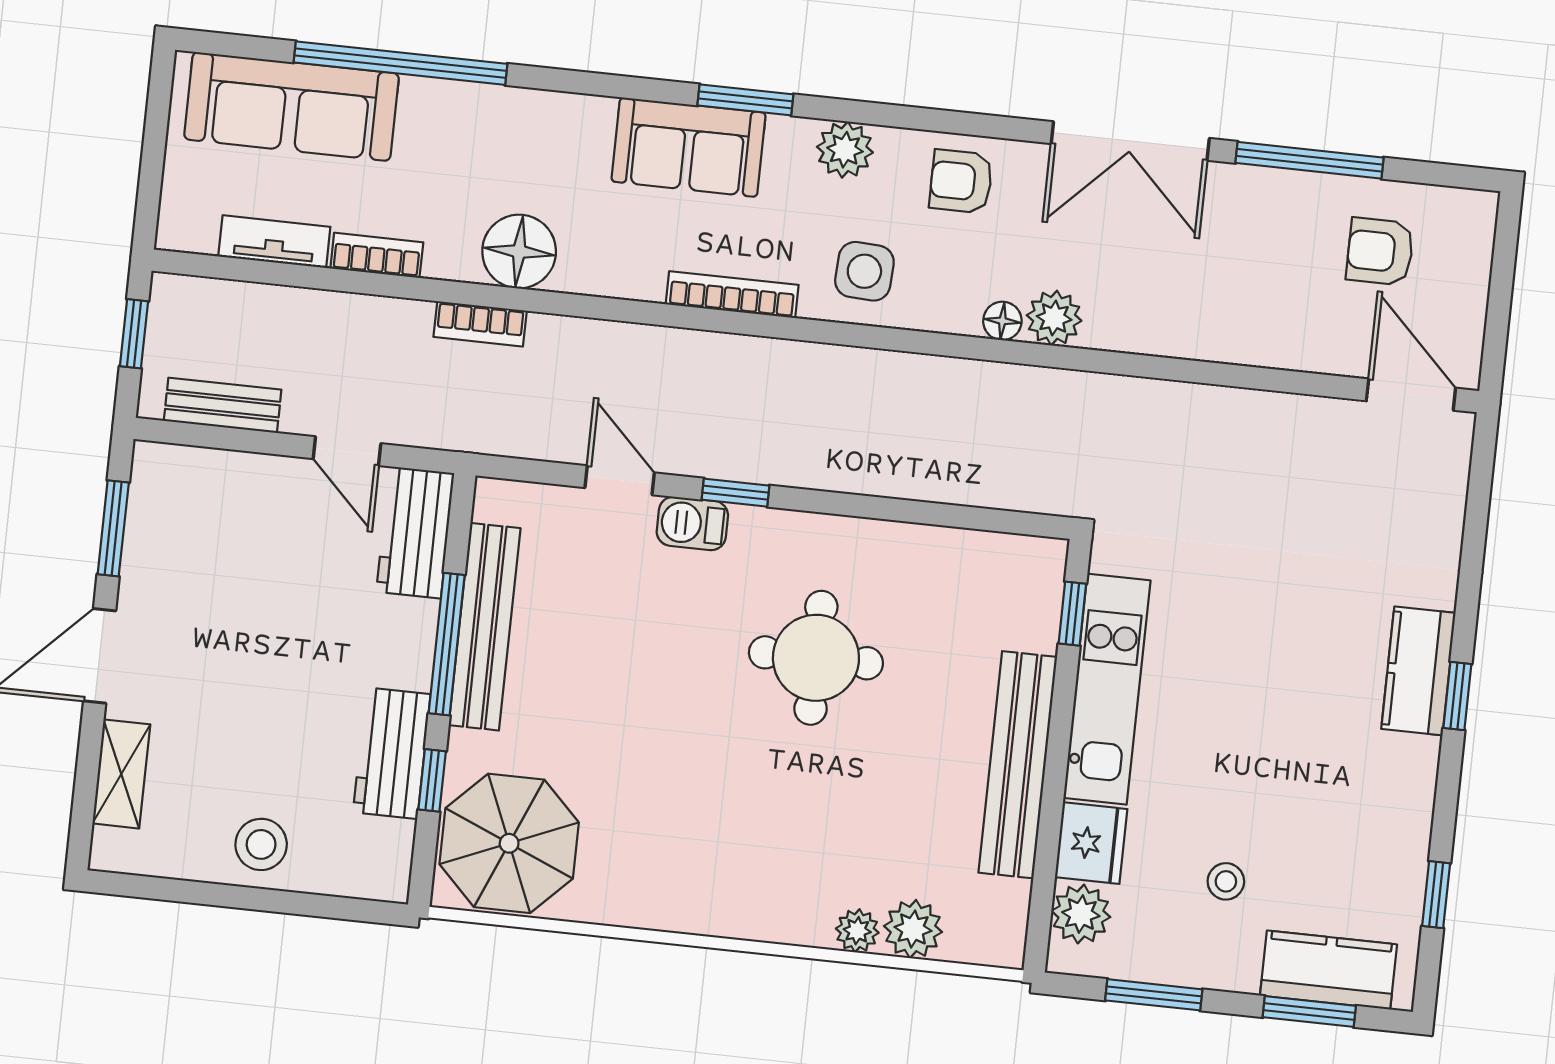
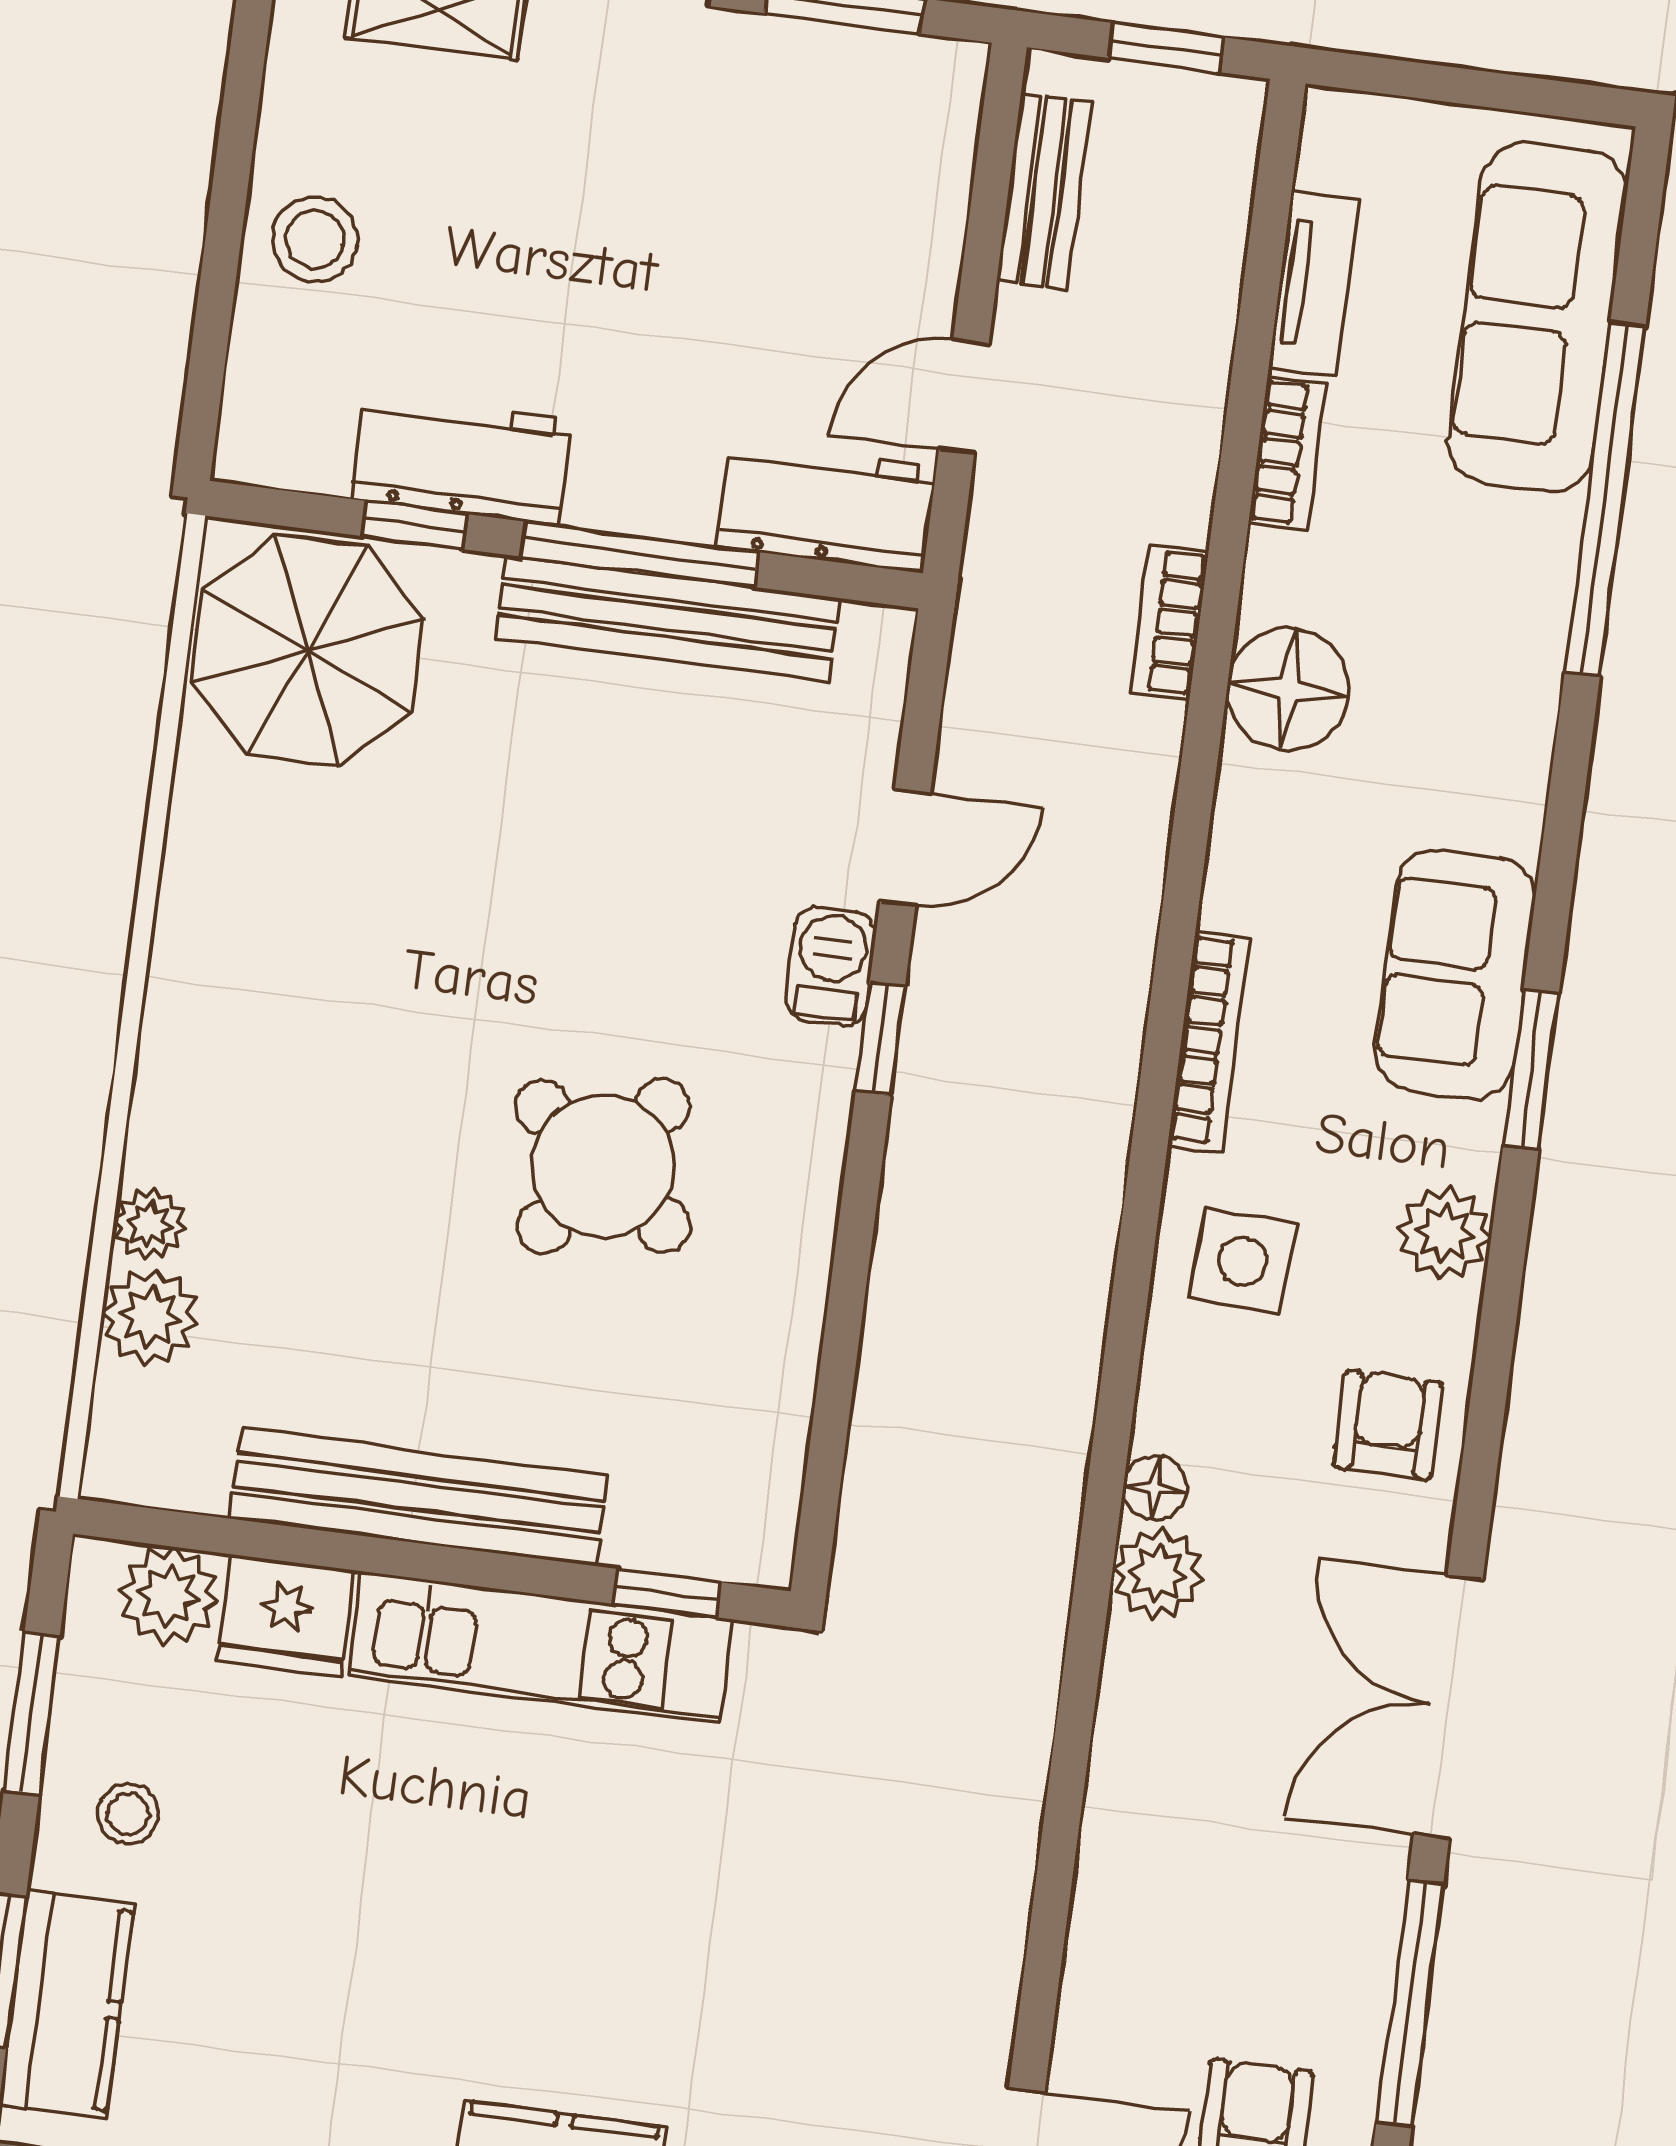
round table: (816, 658) -> (603, 1166), turned 37
stool: (1226, 881) -> (128, 1814), moved

